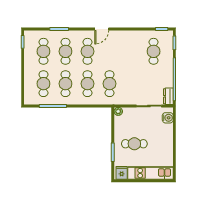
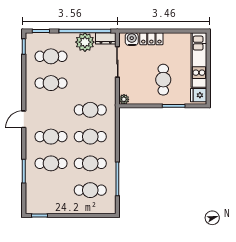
door: (102, 29) -> (24, 119), swing flipped
cafe table: (43, 51) -> (51, 83), moved
plant: (165, 79) -> (85, 42), added
locker: (168, 134) -> (151, 39), added

